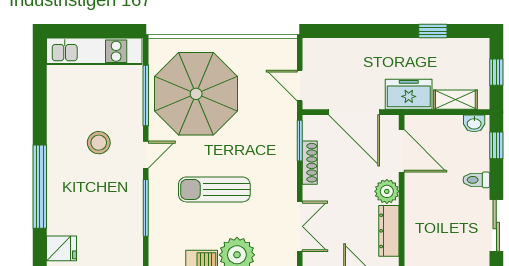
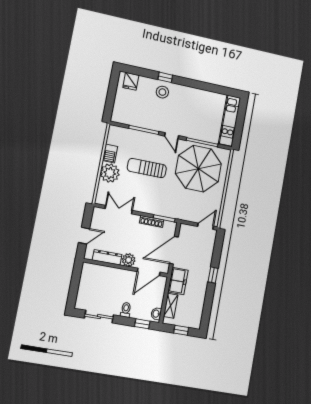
window: (433, 31) -> (213, 275), moved
door: (300, 85) -> (205, 226), moved
stool: (99, 143) -> (162, 92), moved
window: (40, 187) -> (165, 77), width x0.32
sun lounger: (214, 189) -> (147, 168), turned -90
double door: (300, 226) -> (119, 210), swing flipped

